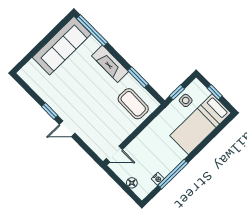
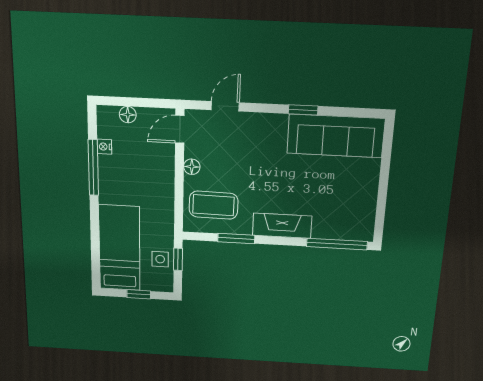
sofa: (62, 46) -> (336, 136), moved, turned -90
door: (67, 129) -> (225, 106), moved
floor lamp: (126, 132) -> (192, 167), added

